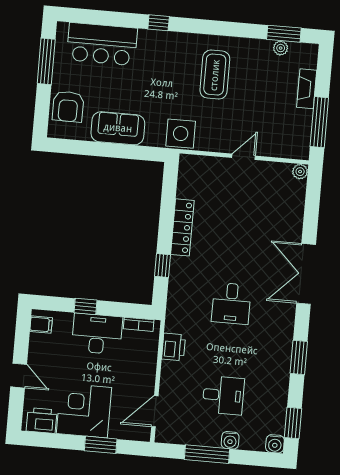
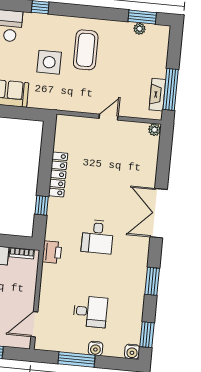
fireplace: (307, 89) -> (157, 95), moved
side table: (181, 134) -> (49, 62), moved
printer: (174, 347) -> (52, 252), moved

